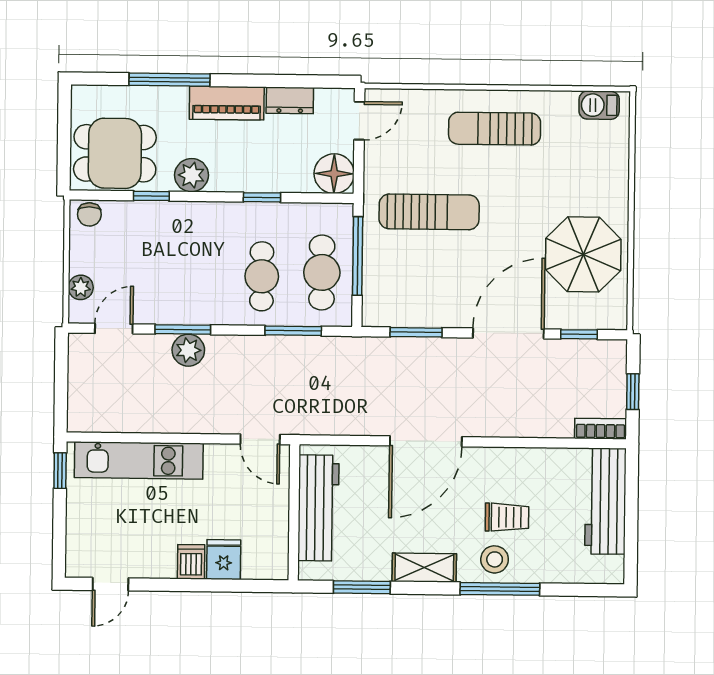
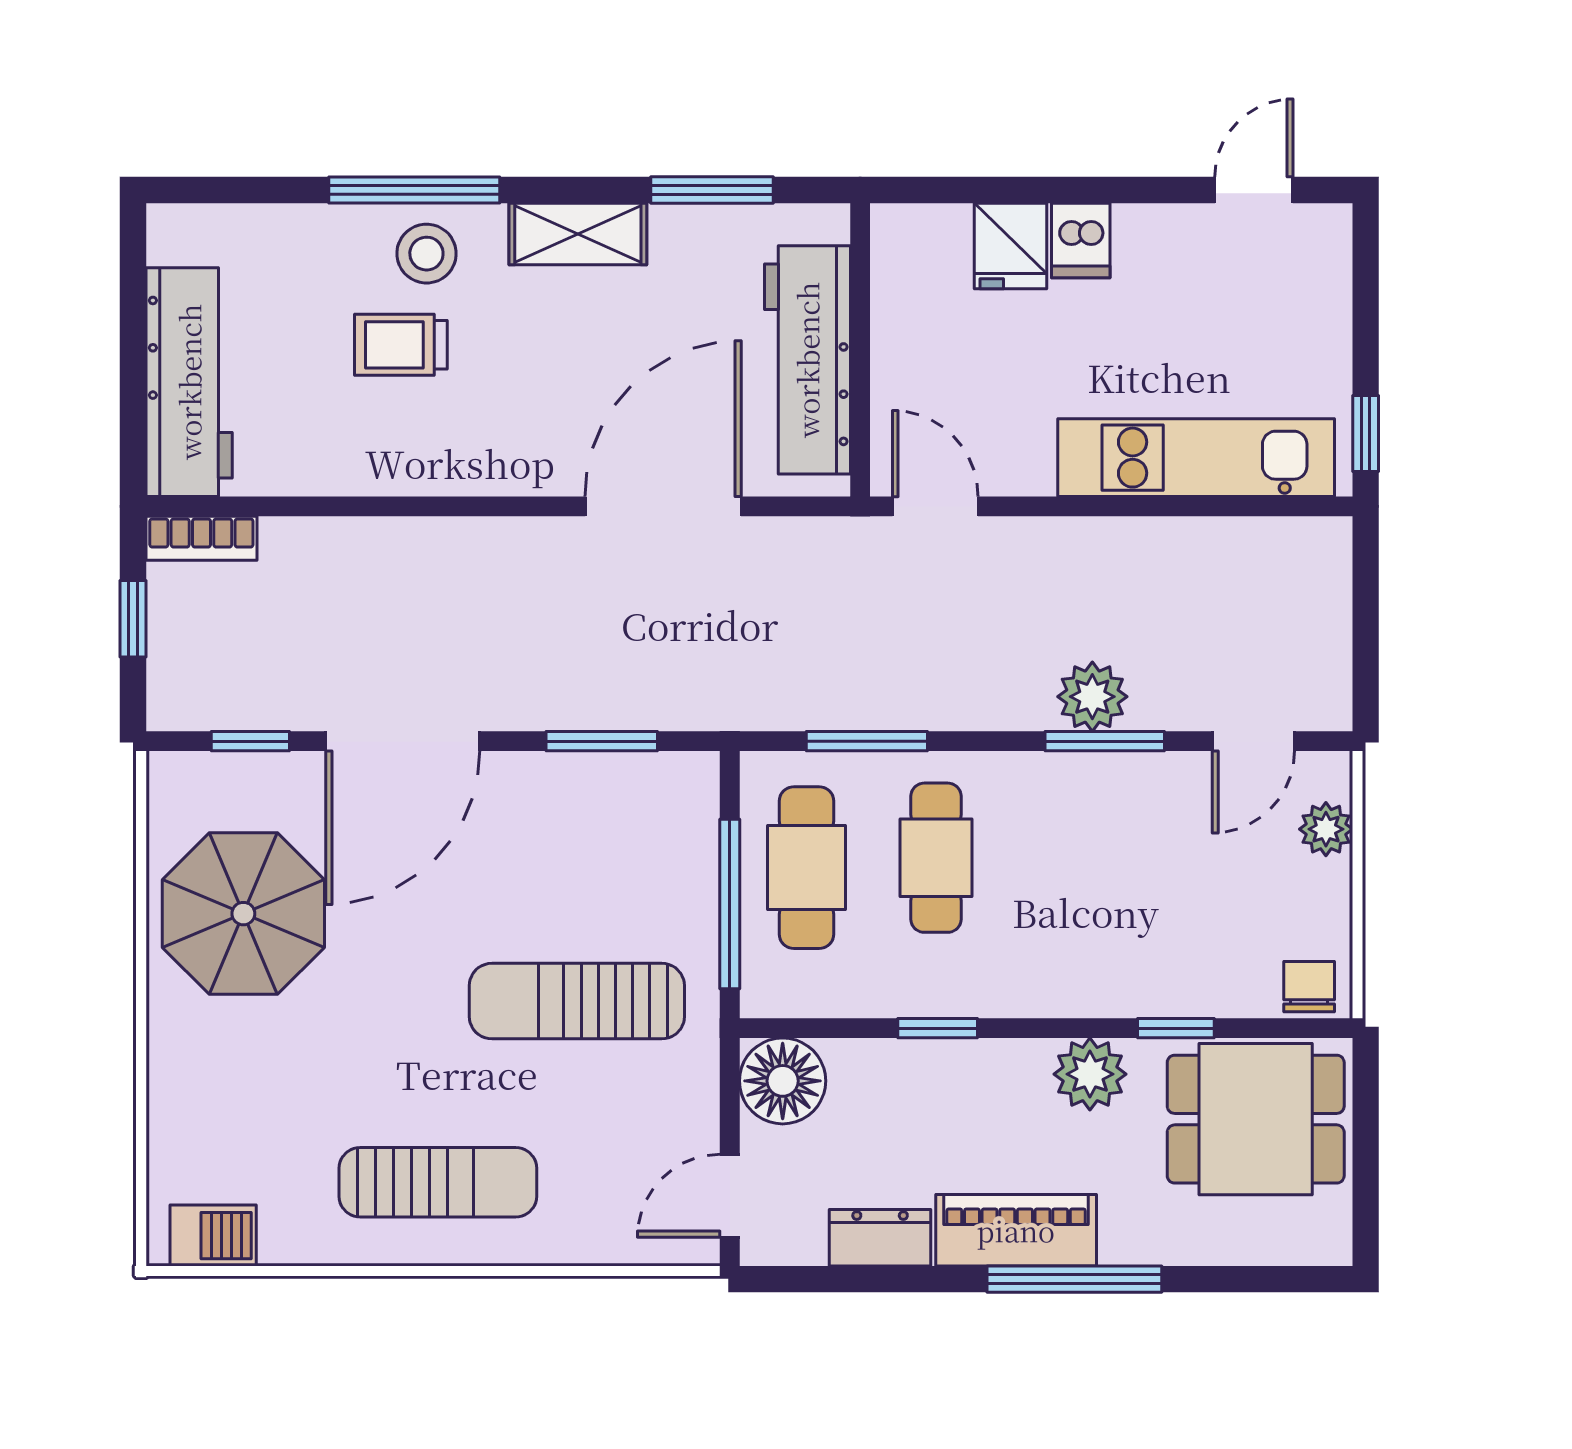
window: (169, 80) -> (1074, 1279), moved
door: (426, 441) -> (663, 506), moved

